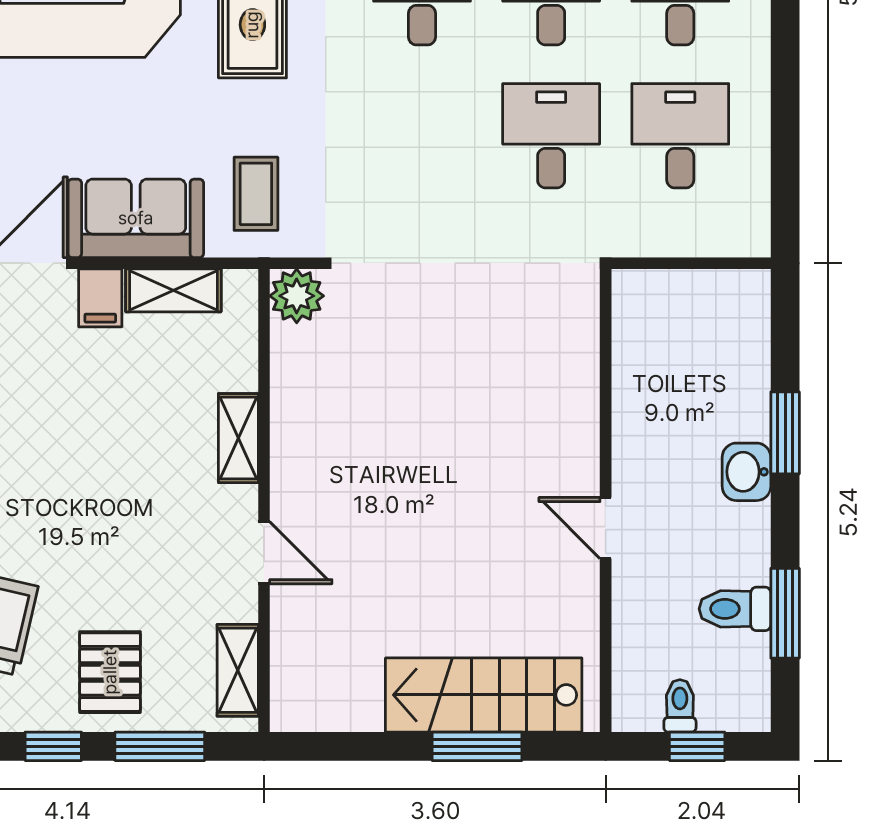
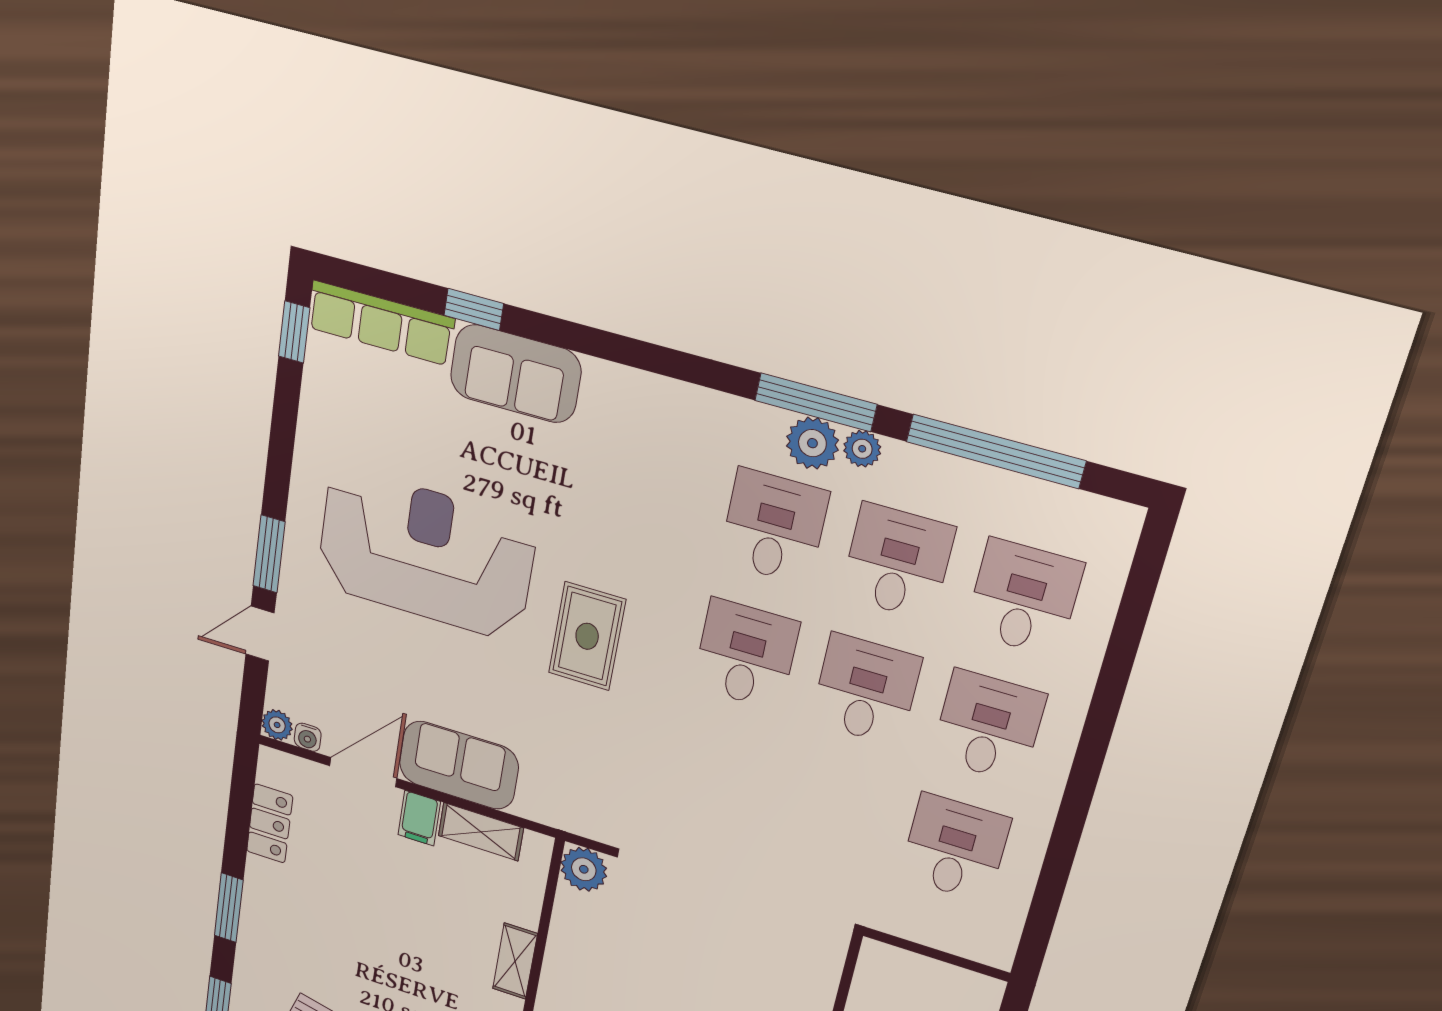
desk: (551, 136) -> (836, 811), removed
coffee table: (256, 194) -> (564, 778), removed

